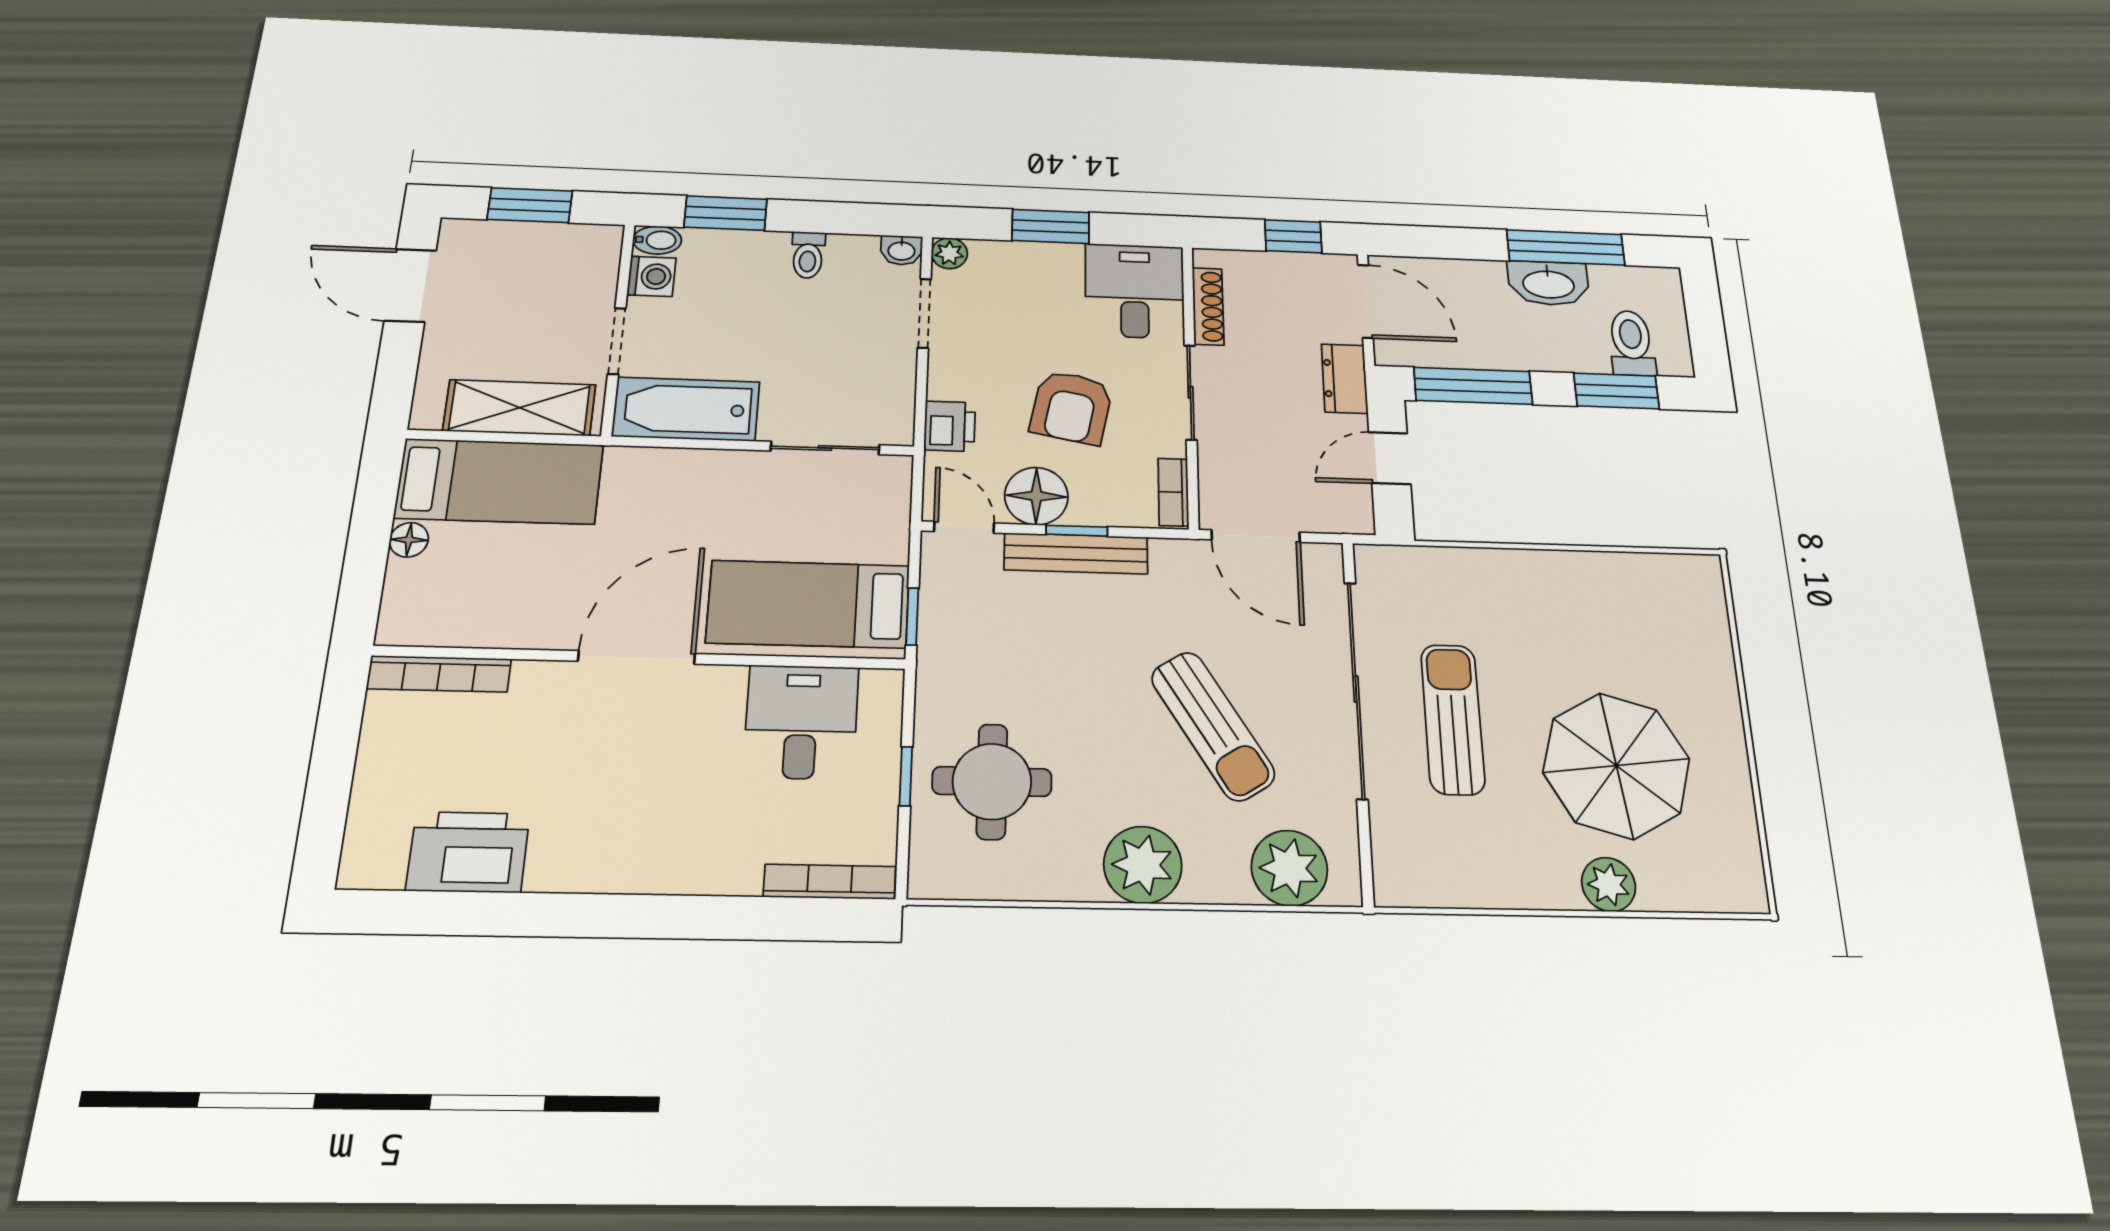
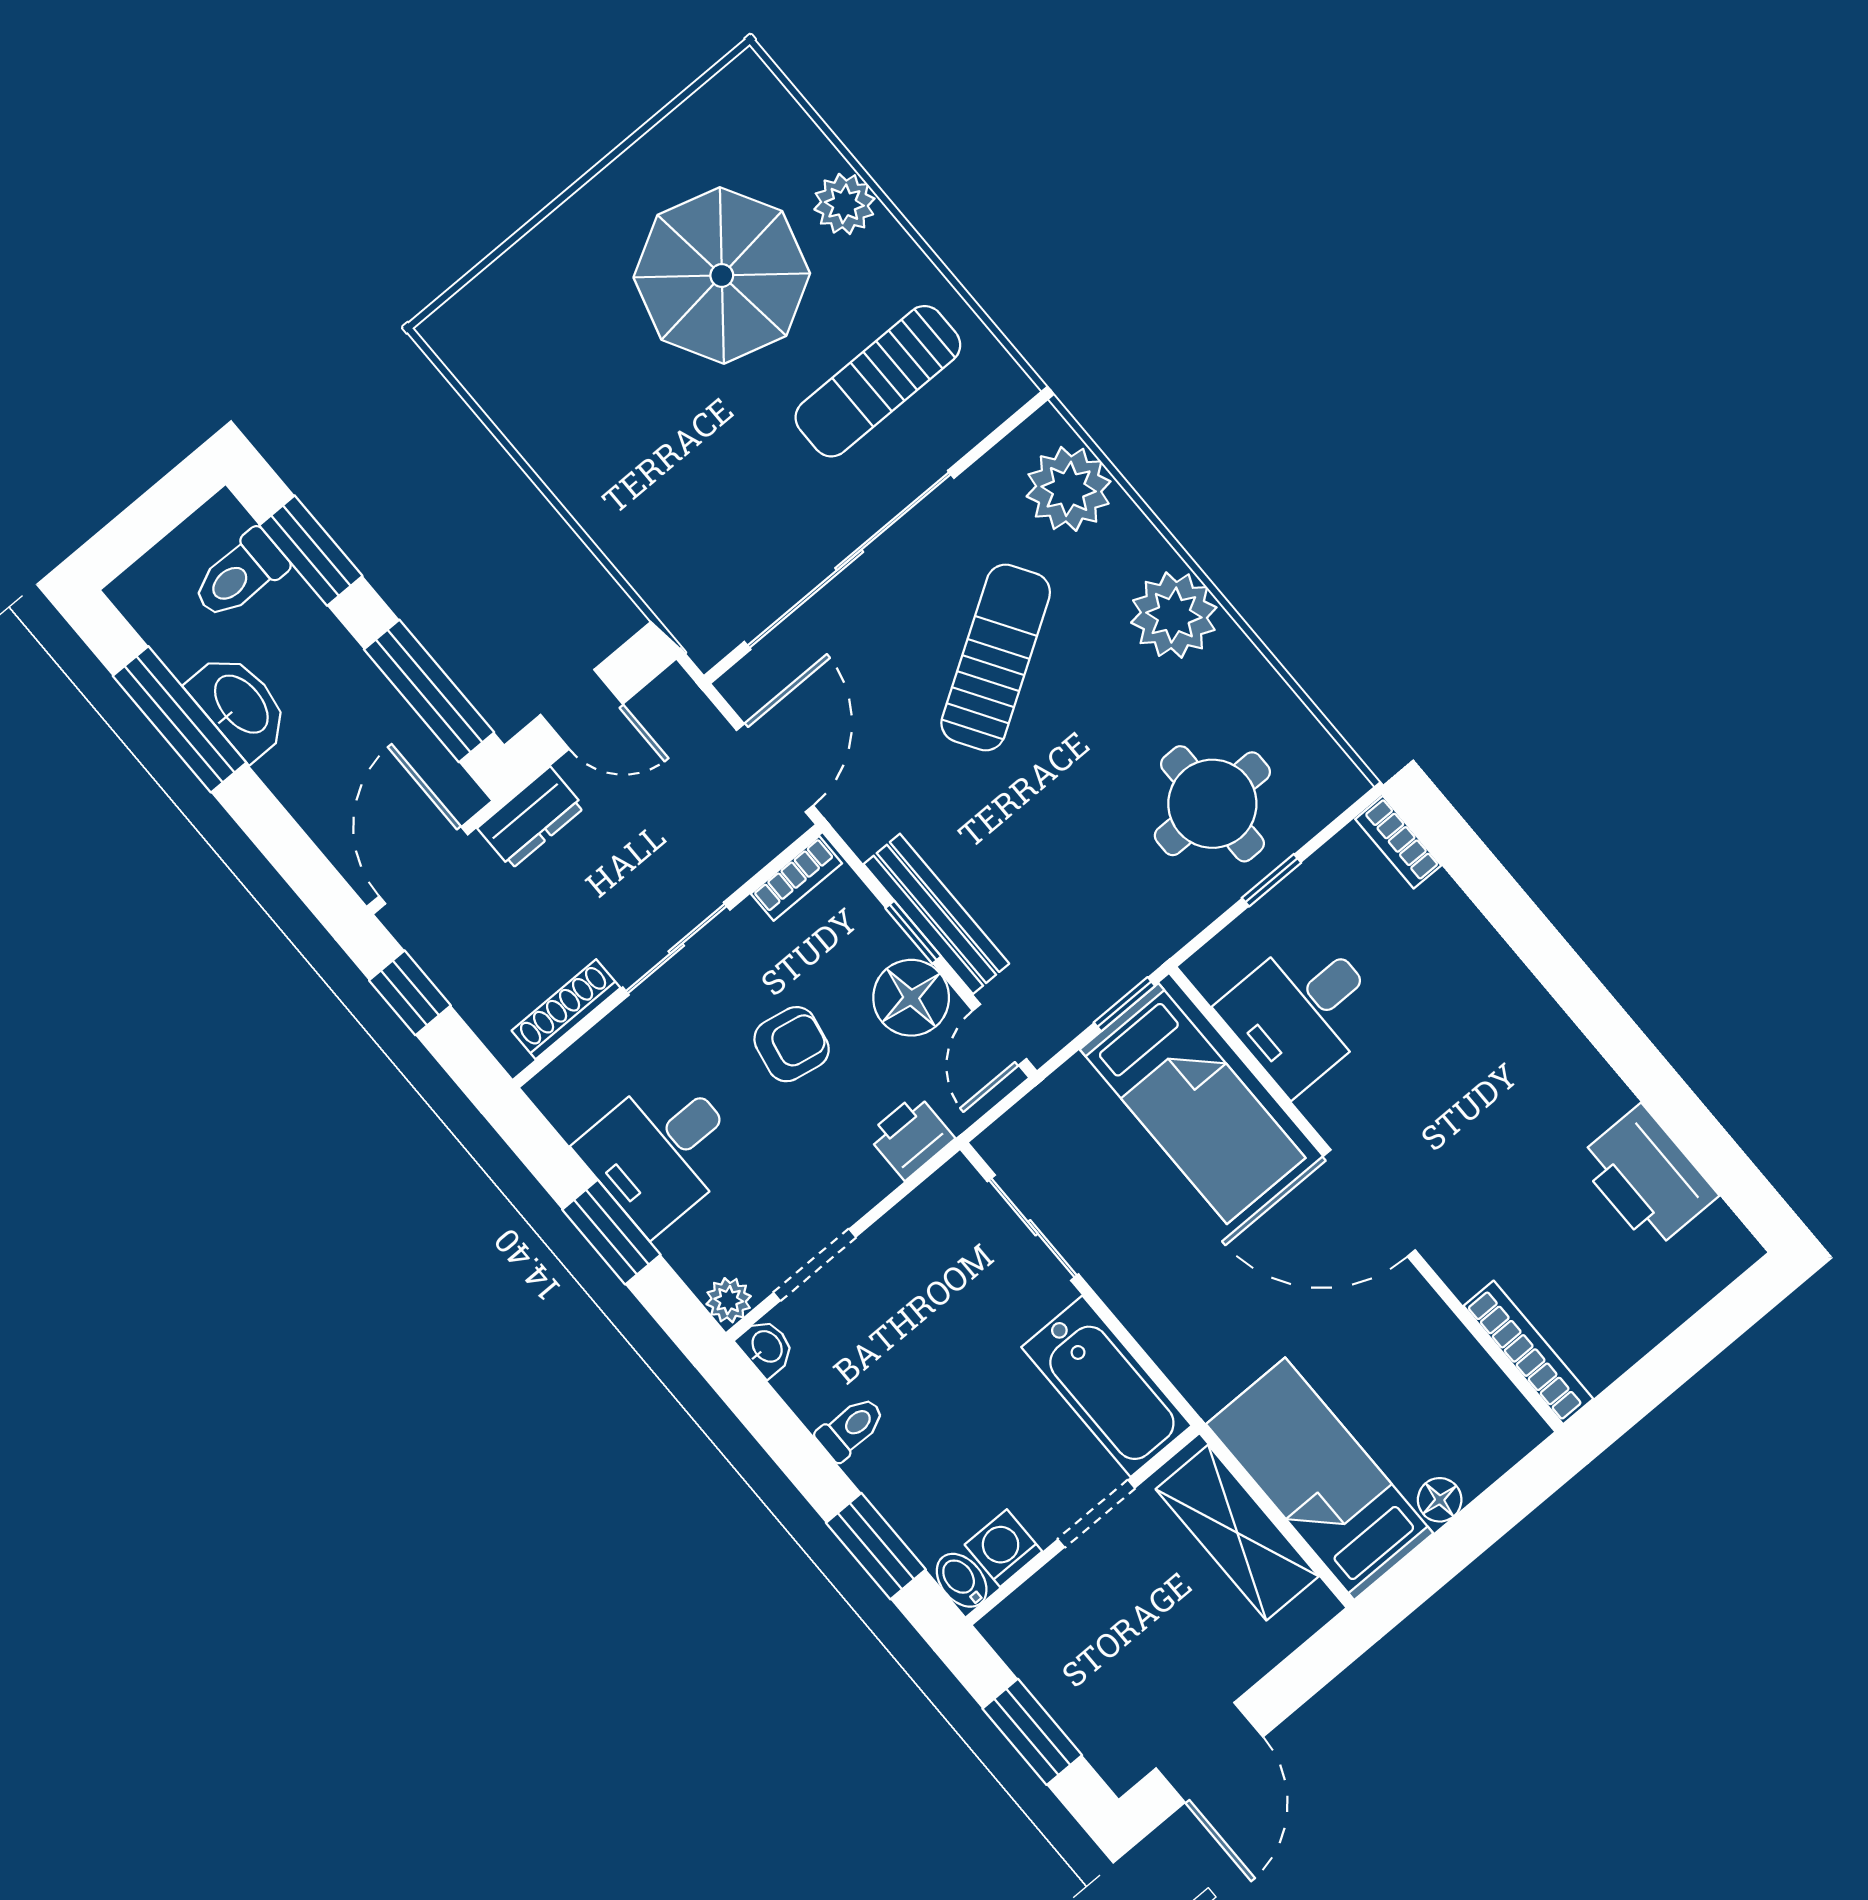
desk: (1135, 291) -> (661, 1151), moved
armchair: (1071, 407) -> (792, 1044), width x0.72, depth x0.72
sun lounger: (1453, 719) -> (878, 381), moved
bookcase: (830, 882) -> (1398, 842), width x0.64

